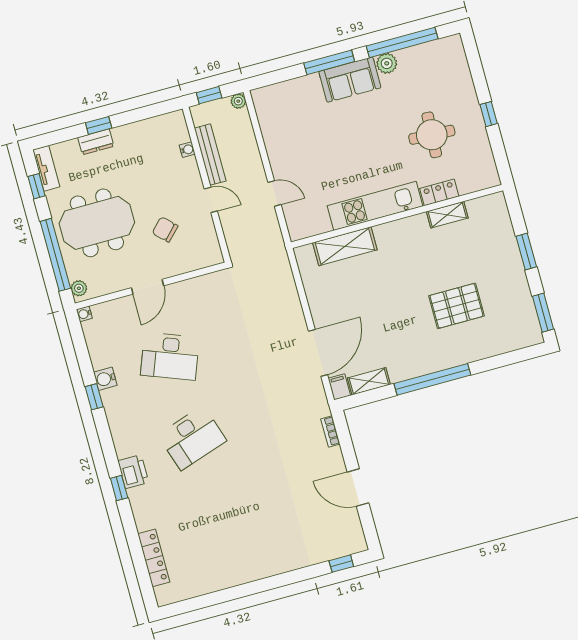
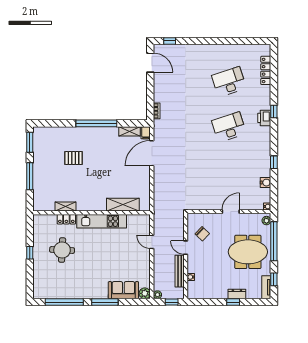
plant: (387, 63) -> (145, 293), moved
sofa: (350, 80) -> (123, 290), moved
chair: (165, 229) -> (202, 234), moved
window: (526, 251) -> (30, 176), width x1.44
pallet: (456, 306) -> (74, 158), width x0.67, depth x0.71
desk: (170, 356) -> (229, 82), moved, turned -39
water cooler: (105, 379) -> (266, 183), moved
door: (358, 488) -> (150, 63), moved

